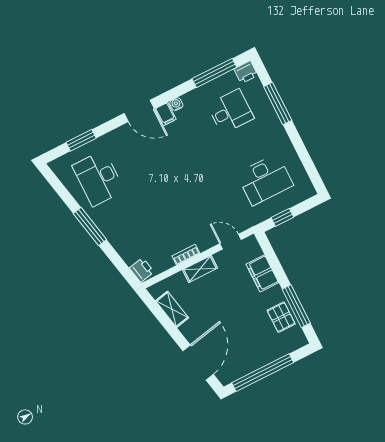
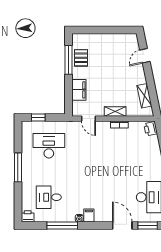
window: (214, 73) -> (62, 225), moved
window: (278, 103) -> (18, 167), moved
door: (139, 111) -> (122, 225), moved
window: (282, 217) -> (38, 118), moved
door: (198, 363) -> (145, 56), width x0.53
window: (263, 373) -> (109, 30), removed

